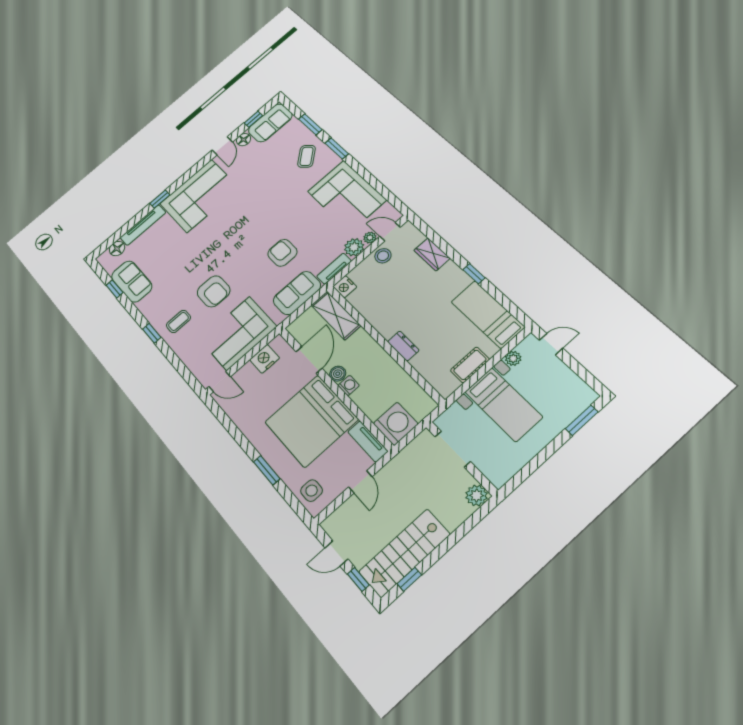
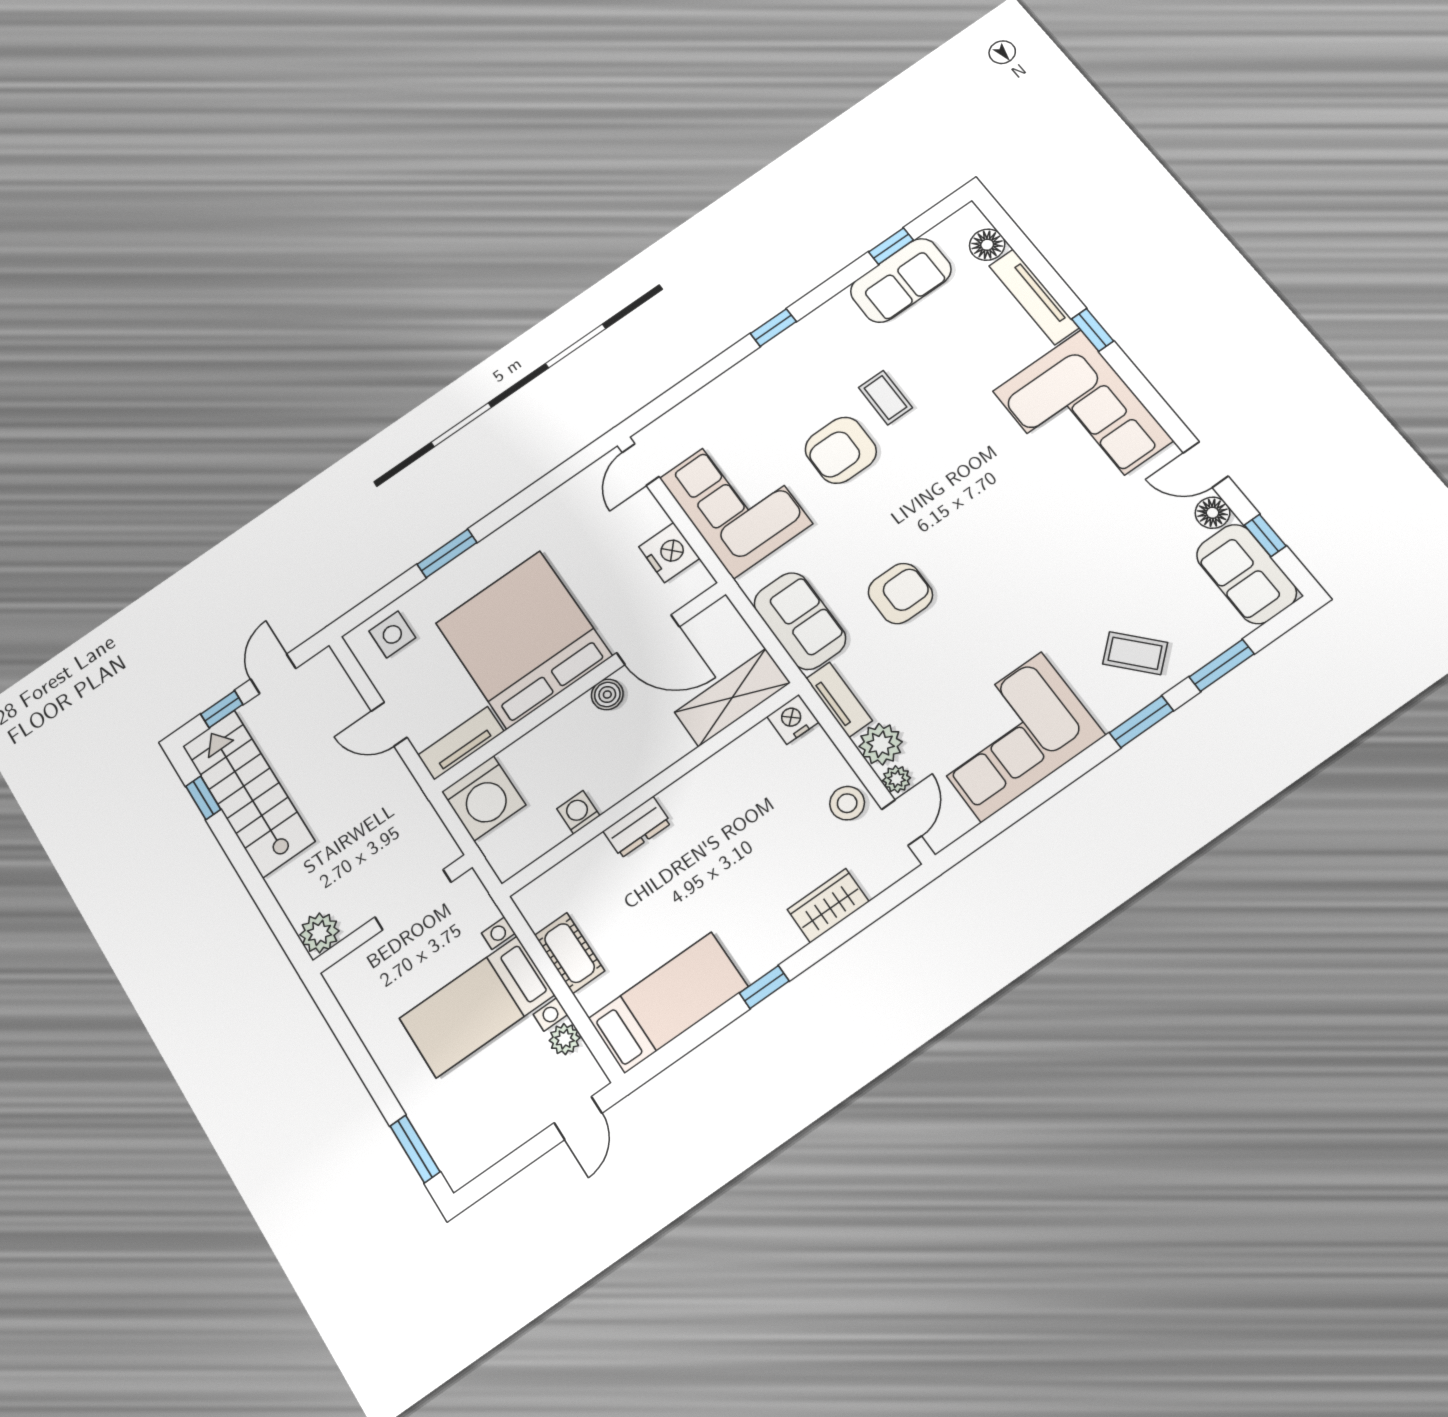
coffee table: (178, 321) -> (885, 398), moved
washing machine: (349, 385) -> (578, 812), moved, turned 180

